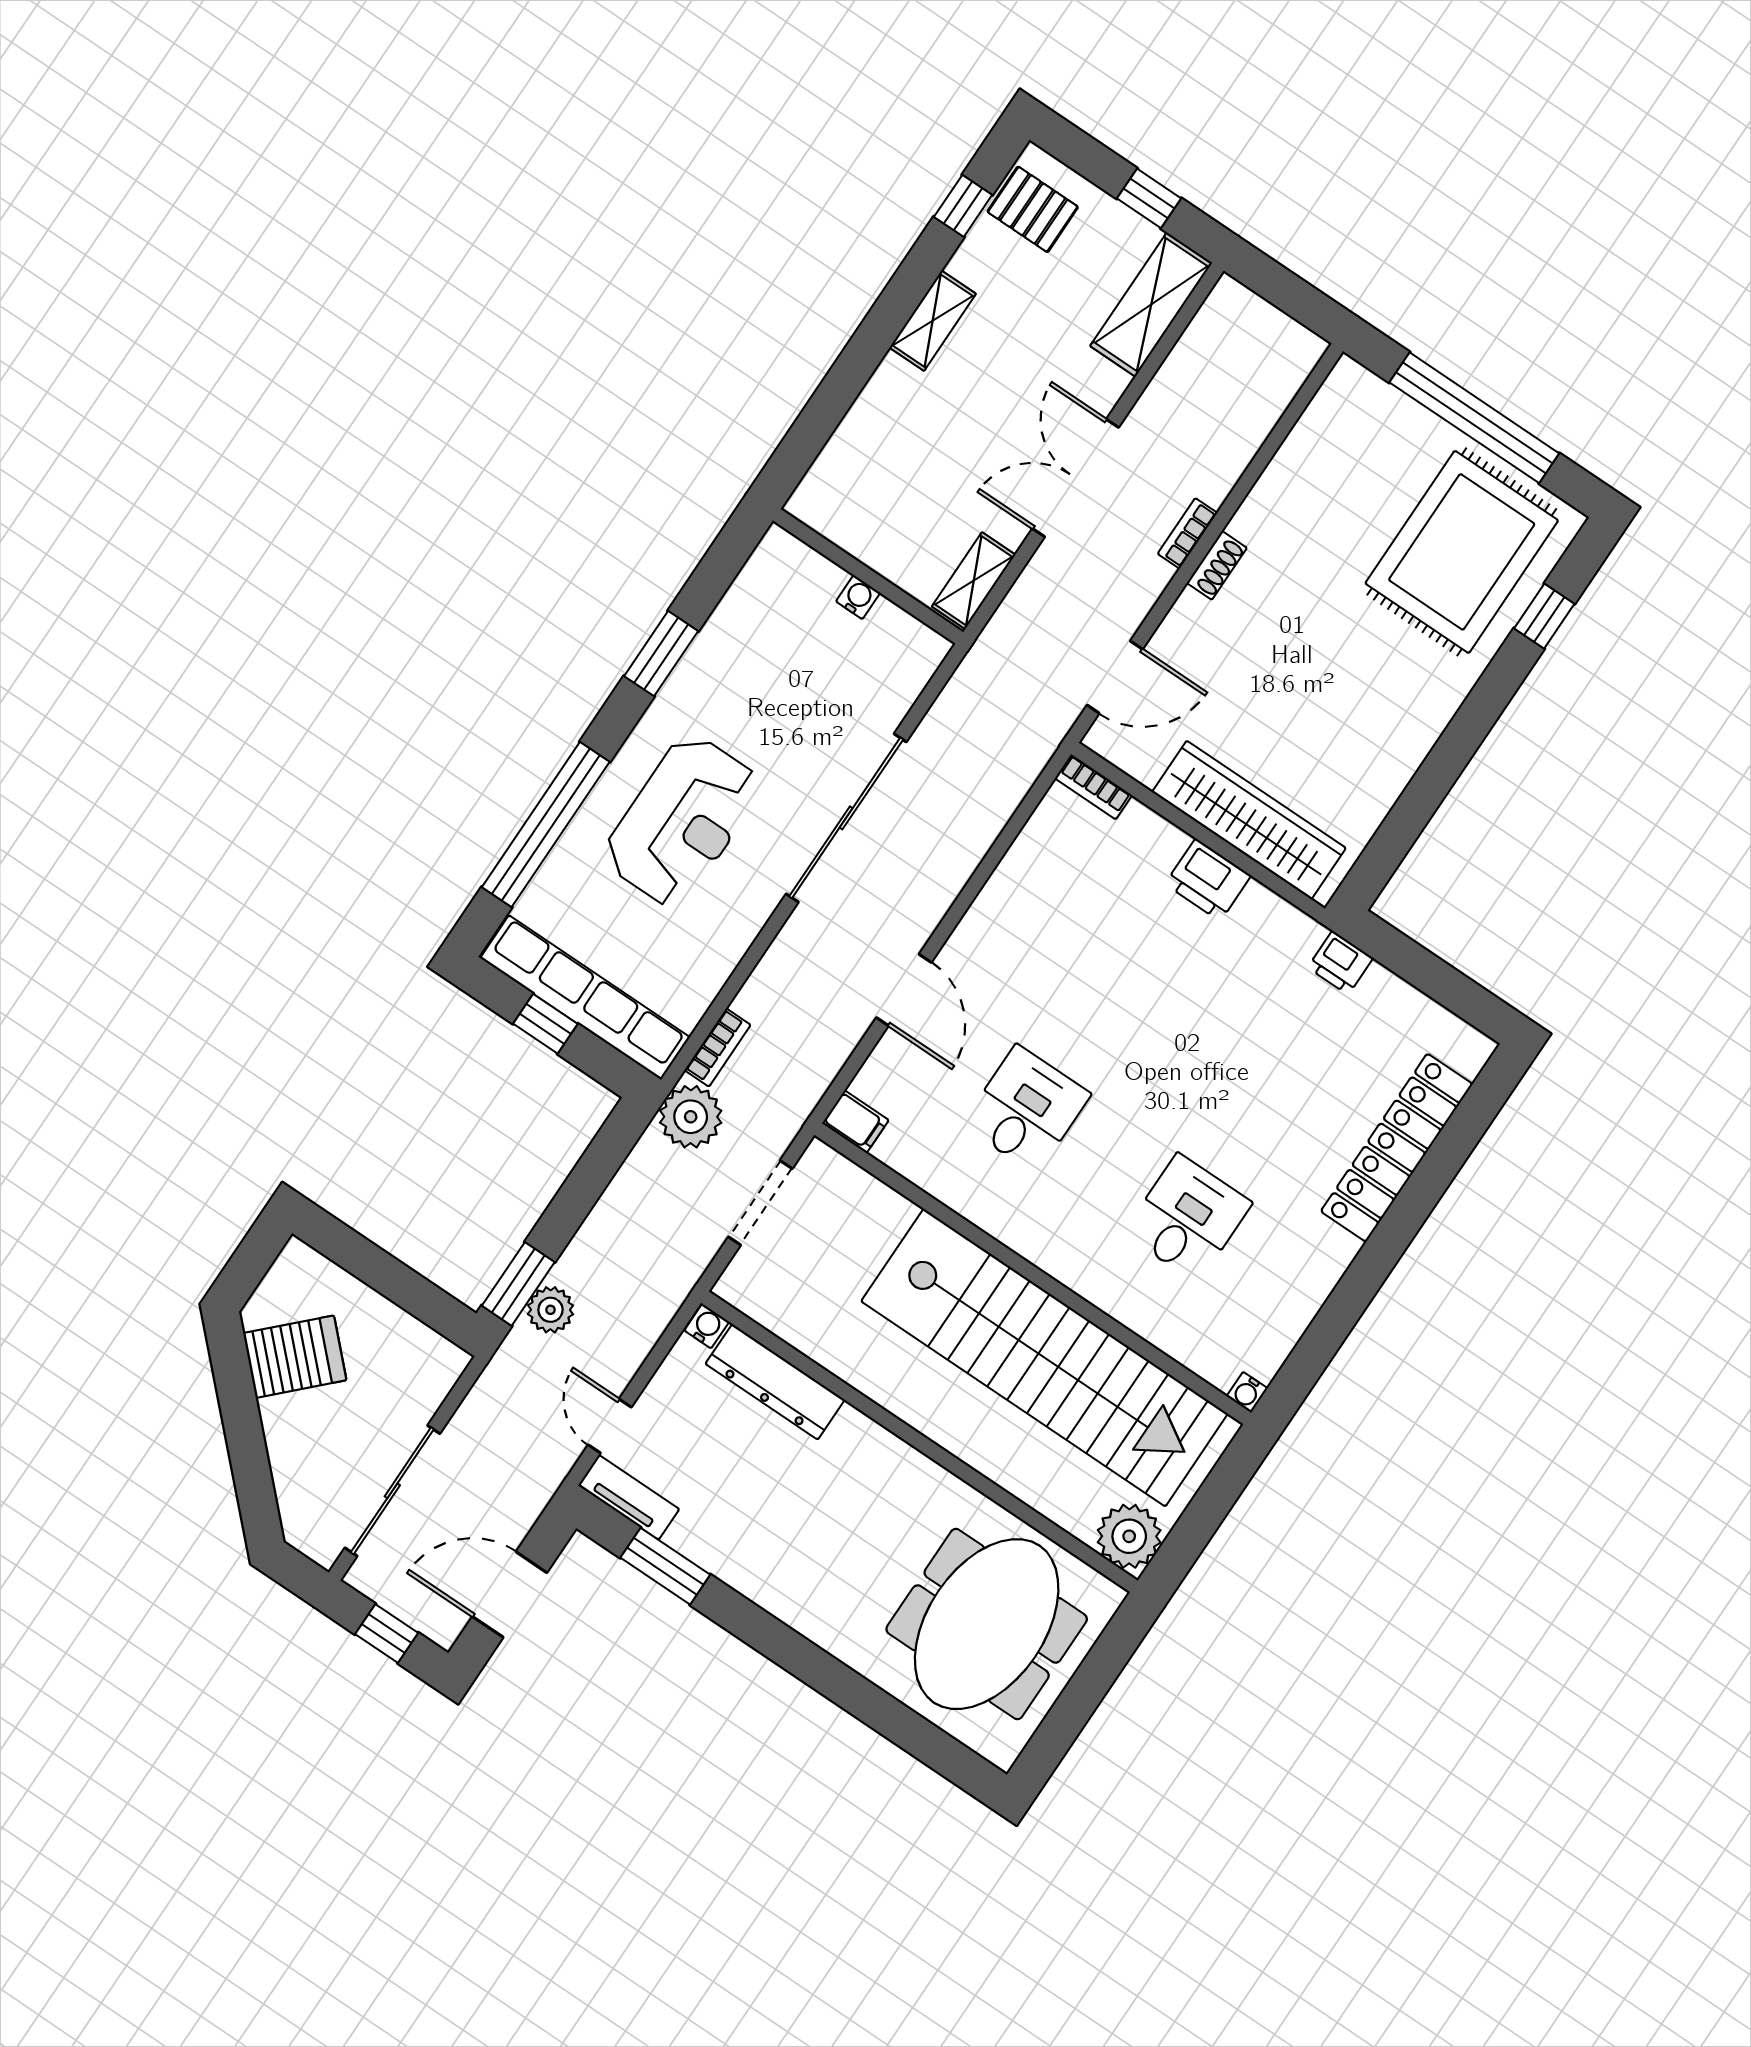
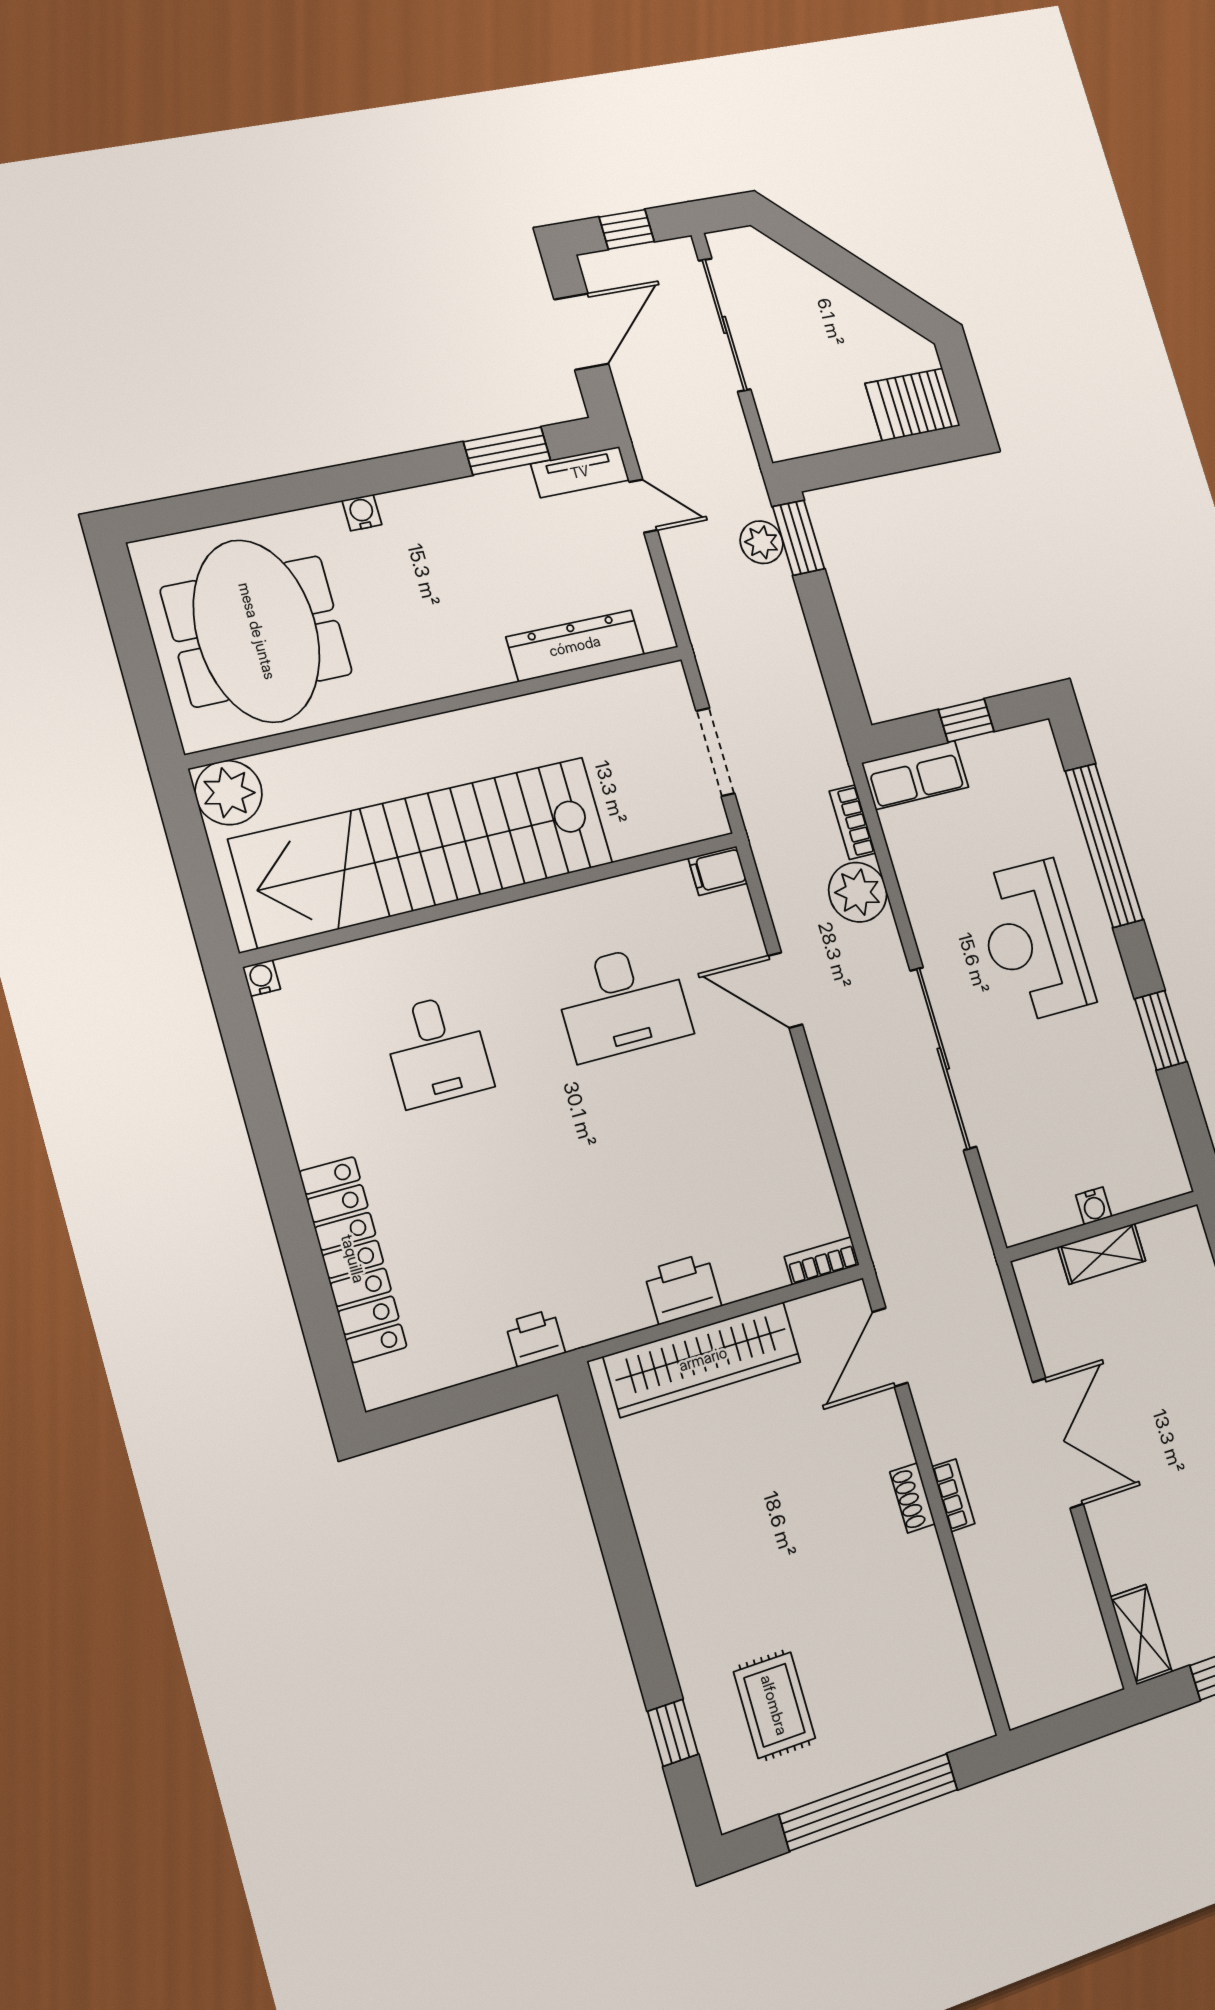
shelving: (1151, 304) -> (1141, 1635), width x0.67, depth x0.75
rug: (1462, 552) -> (774, 1705), width x0.54, depth x0.49
shelving: (974, 581) -> (1102, 1254), moved, turned 90
row of seats: (585, 998) -> (915, 775), width x0.50
desk: (1026, 1109) -> (623, 1002), width x1.37
plant: (691, 1117) -> (858, 892), moved
water cooler: (707, 1326) -> (362, 513), moved, turned 180
server rack: (295, 1357) -> (913, 405), moved, turned 45

